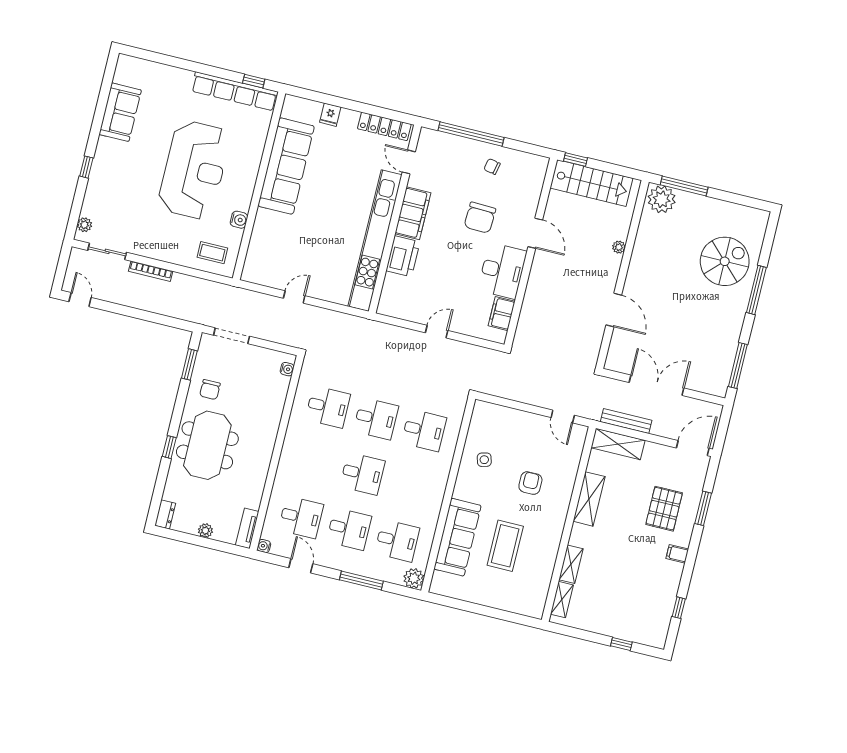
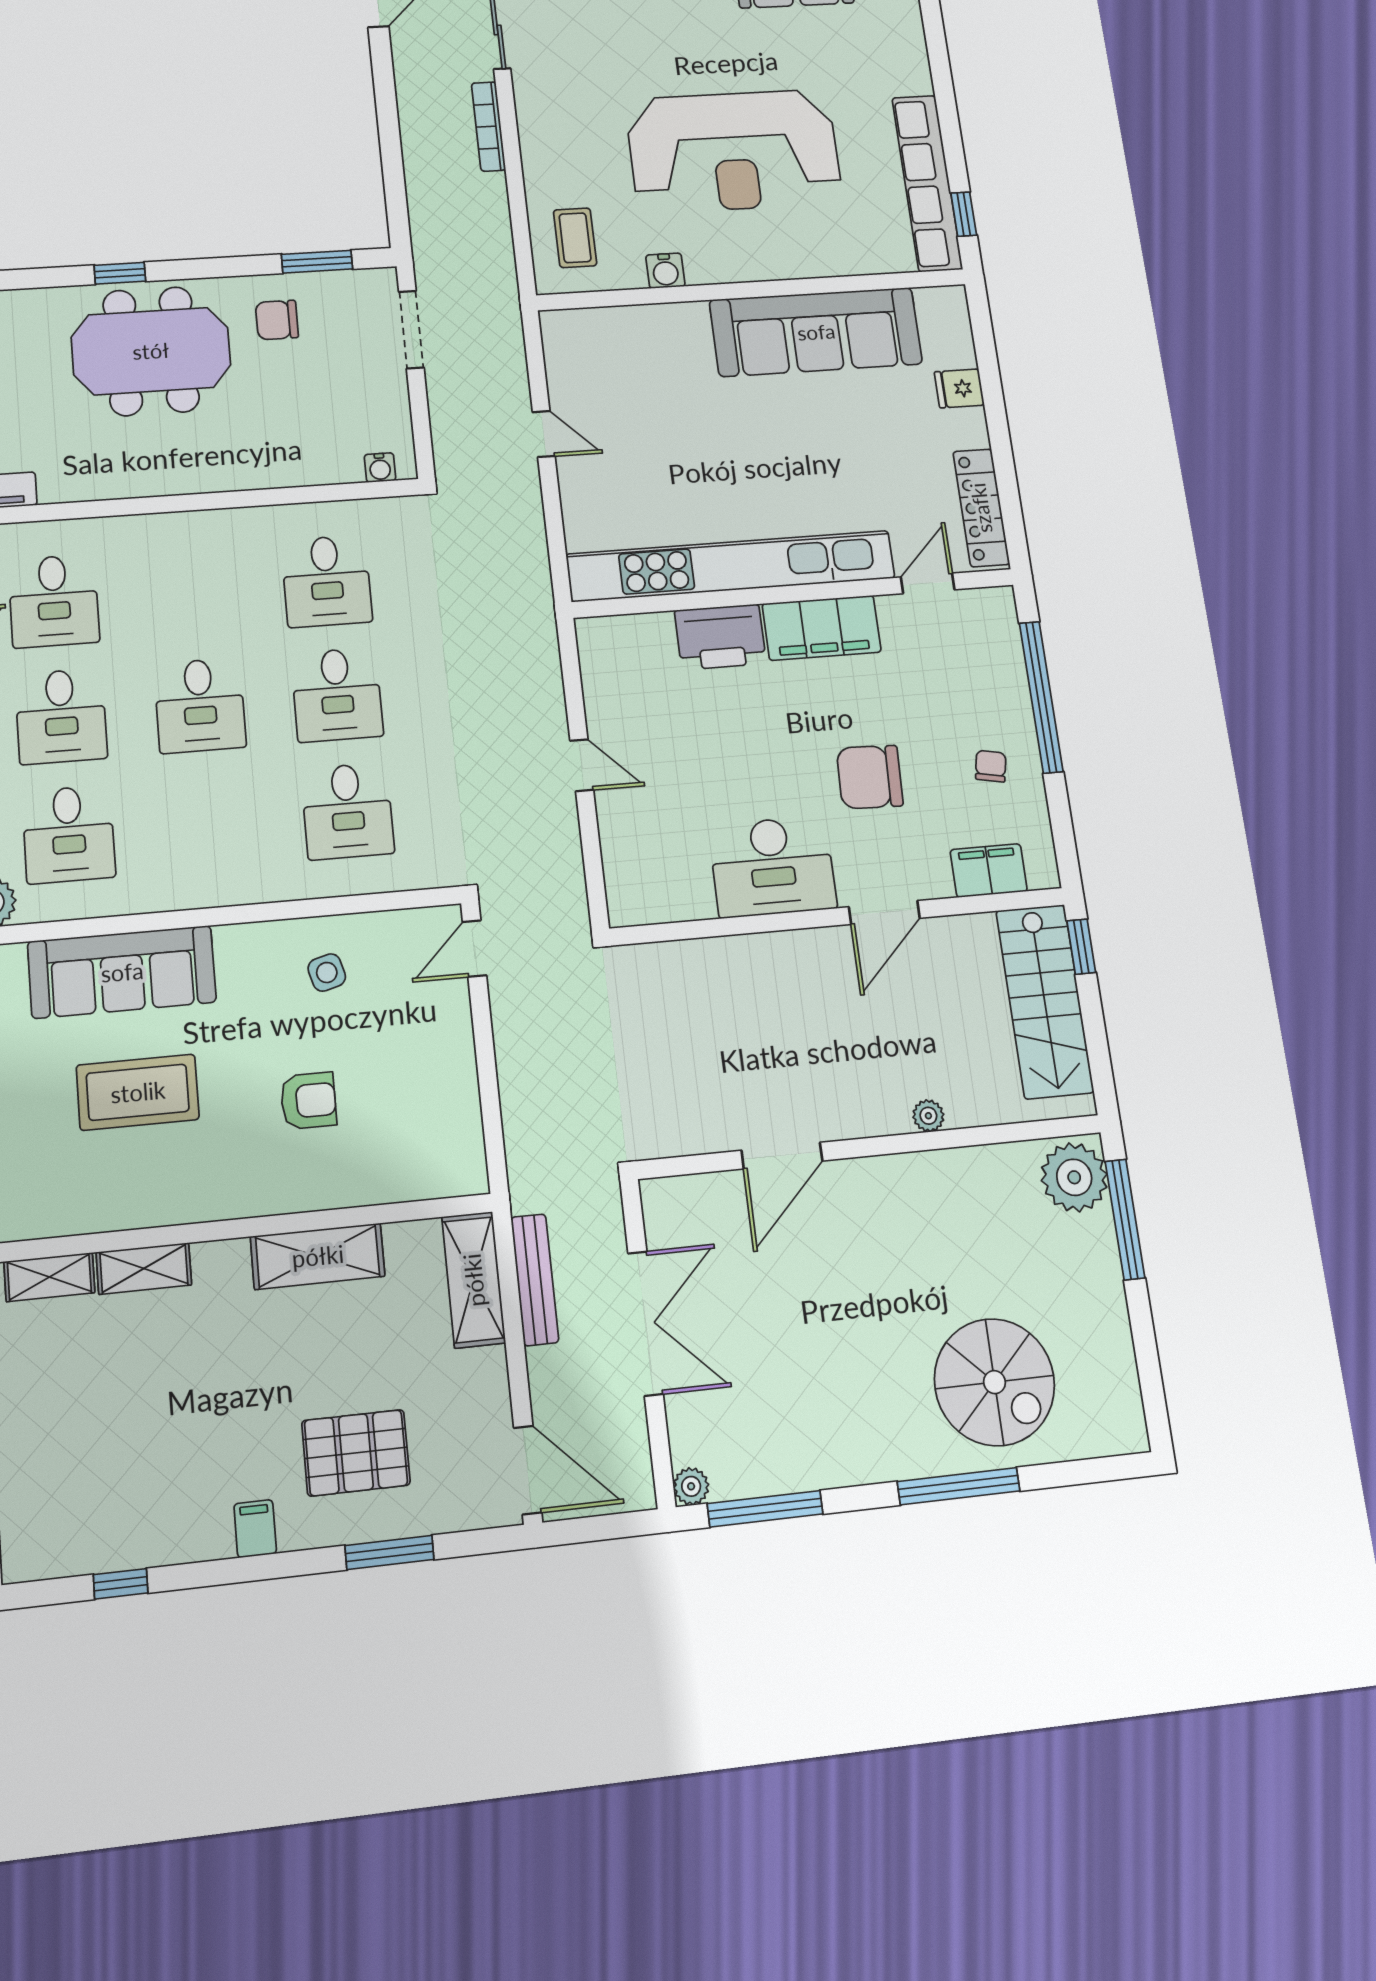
filing cabinet: (502, 314) -> (989, 870), moved
plant: (720, 390) -> (691, 1486), added
door: (563, 416) -> (474, 949), moved

